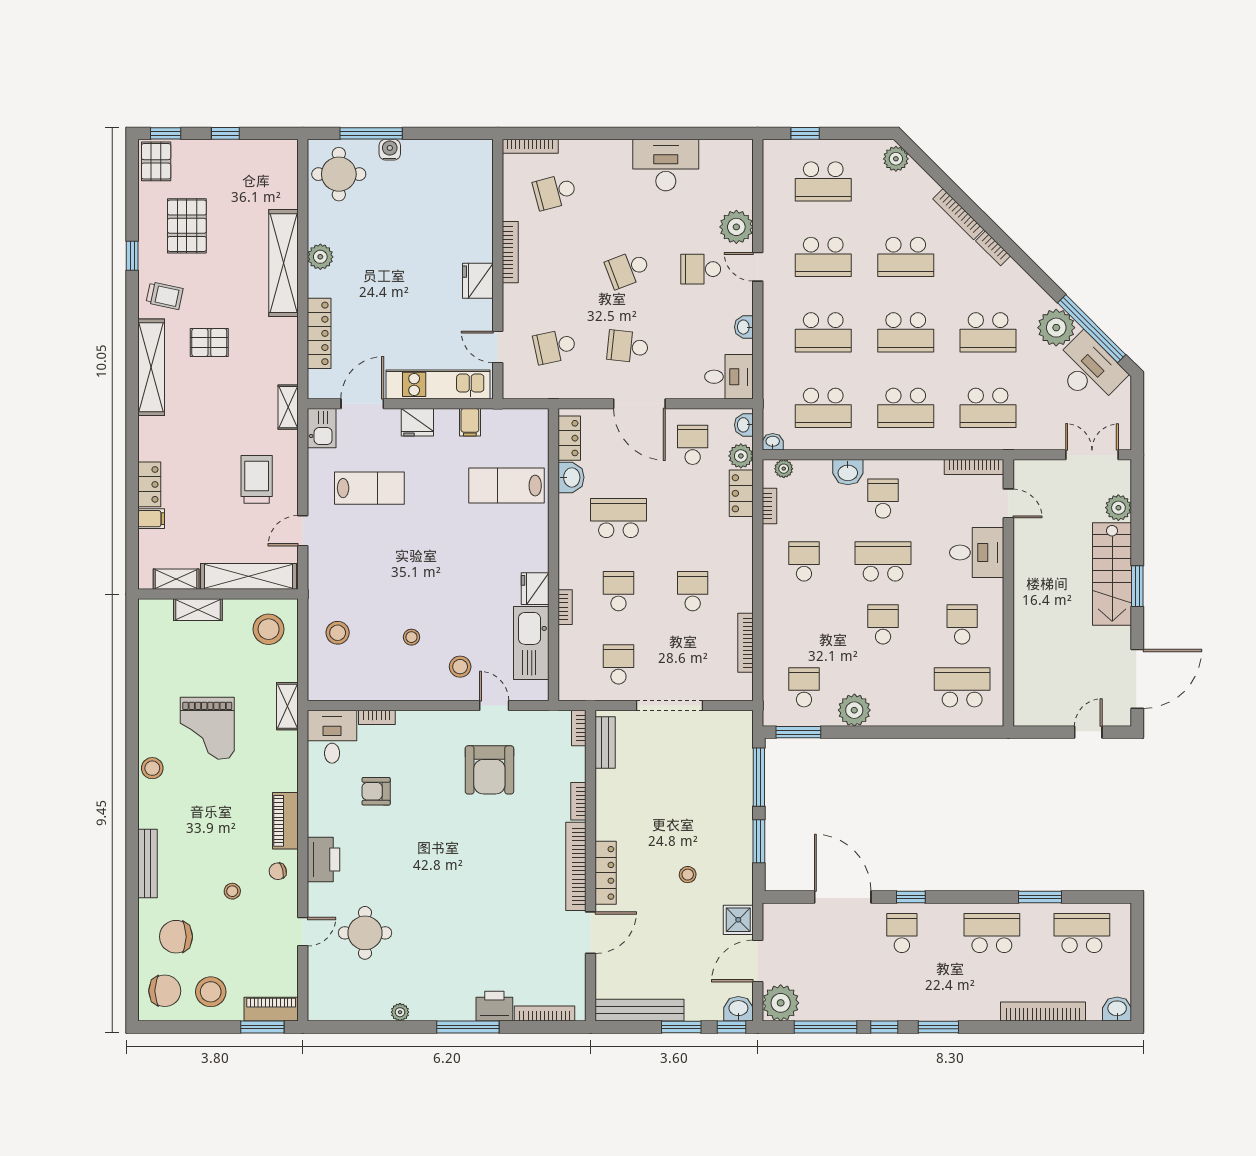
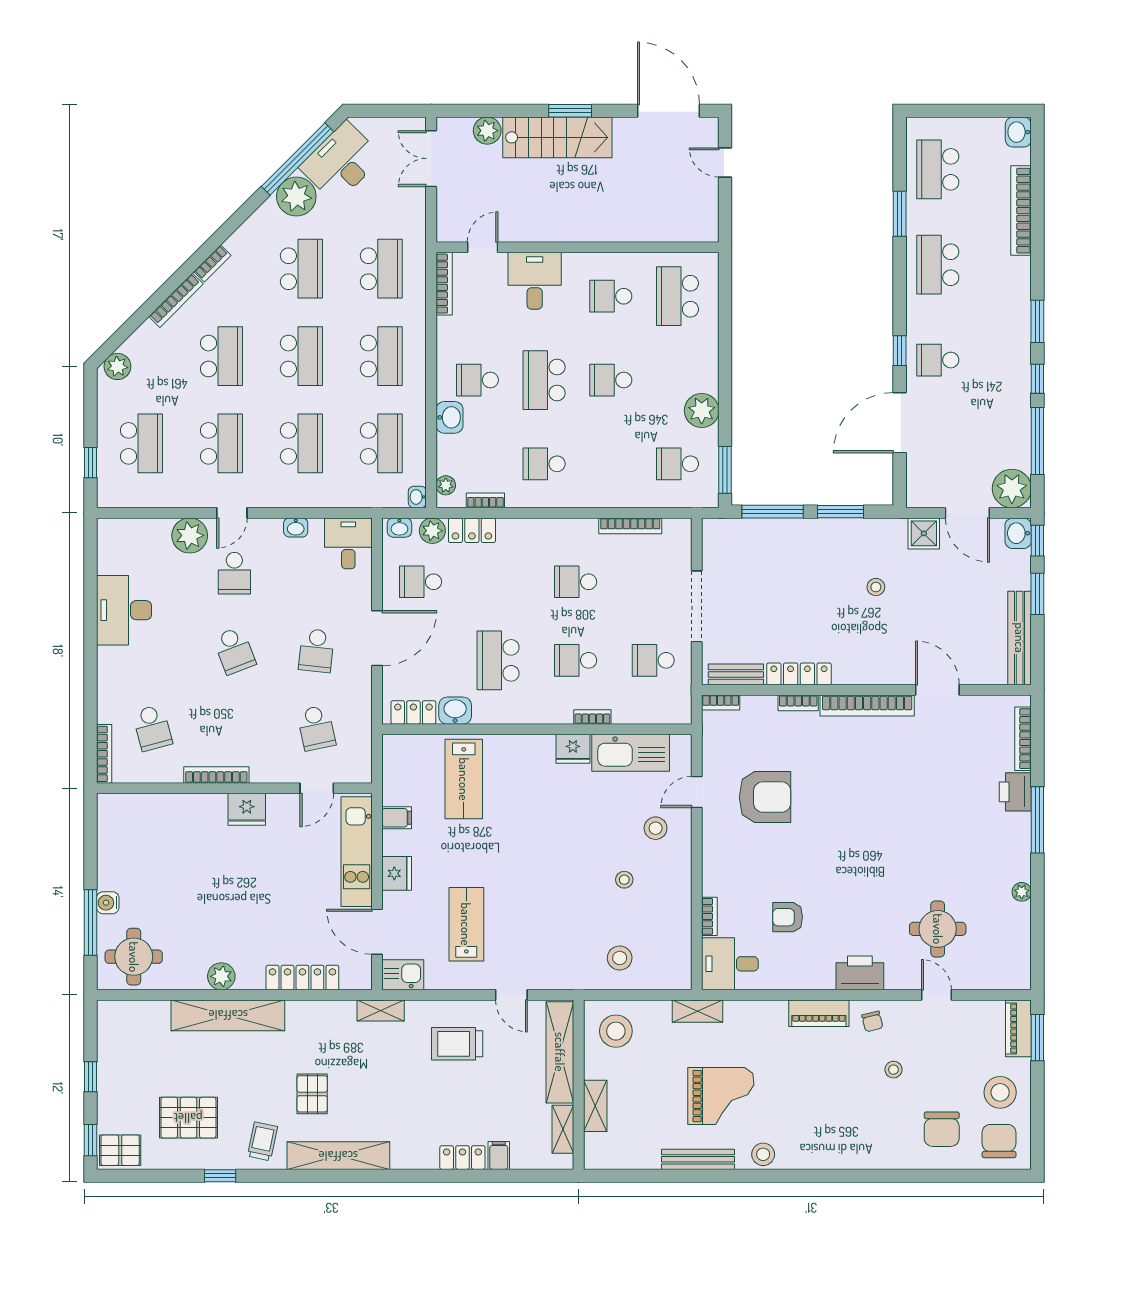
armchair: (376, 791) -> (788, 917), turned 90
bench: (148, 864) -> (698, 1159), moved
locker: (606, 873) -> (799, 674), moved

